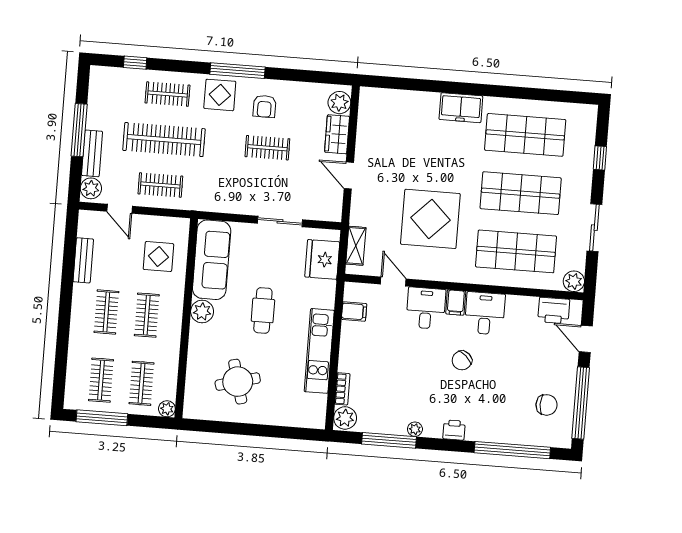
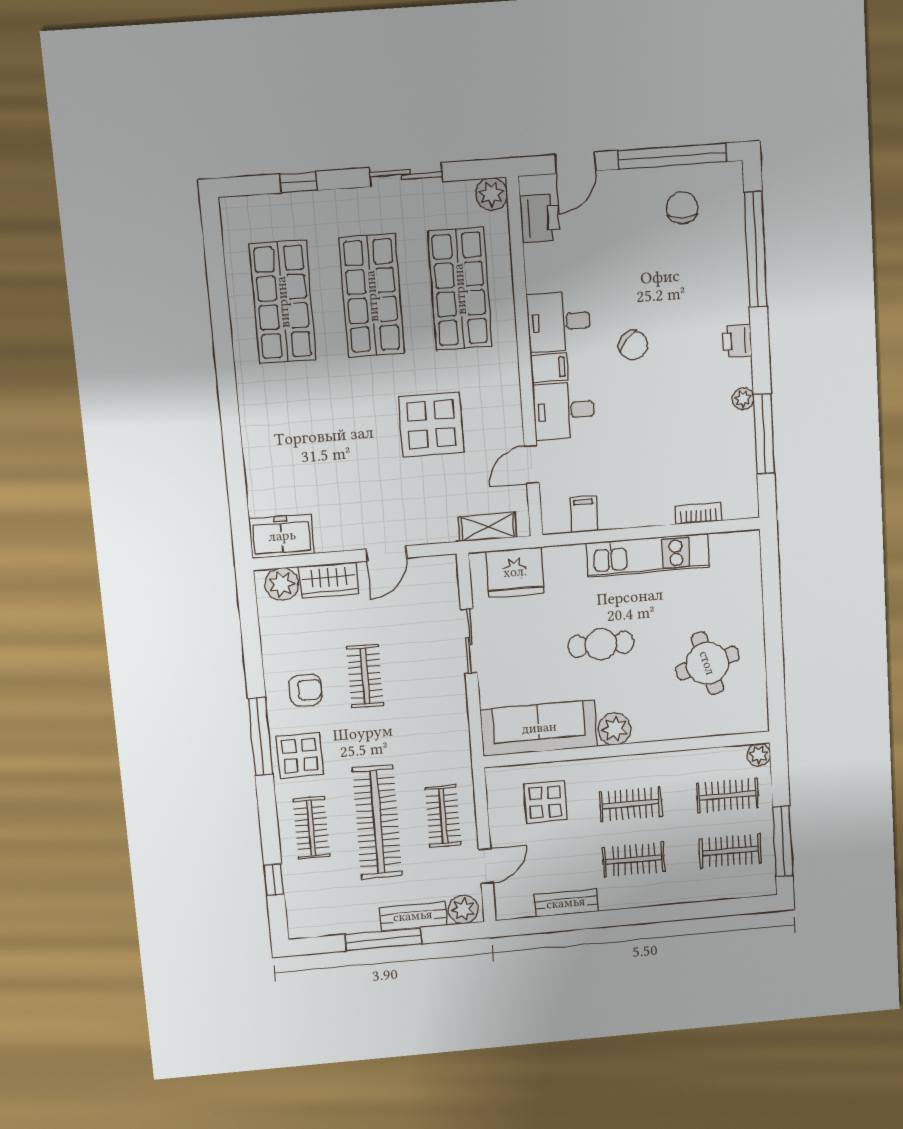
freezer: (461, 108) -> (282, 536), moved, turned -90
display table: (430, 219) -> (431, 424), width x0.73, depth x0.73
plant: (345, 418) -> (740, 503), removed

